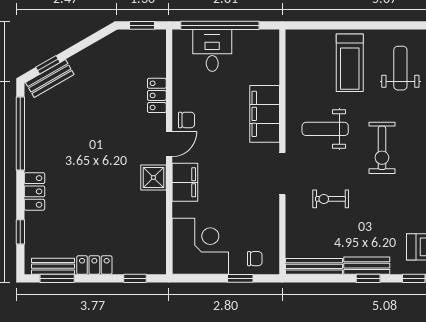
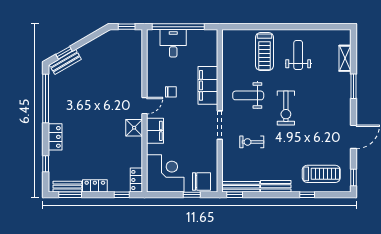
locker: (157, 95) -> (136, 180), moved
chair: (187, 120) -> (171, 92), moved
chair: (255, 259) -> (201, 182), width x1.87, depth x1.87
window: (368, 278) -> (235, 195), moved

